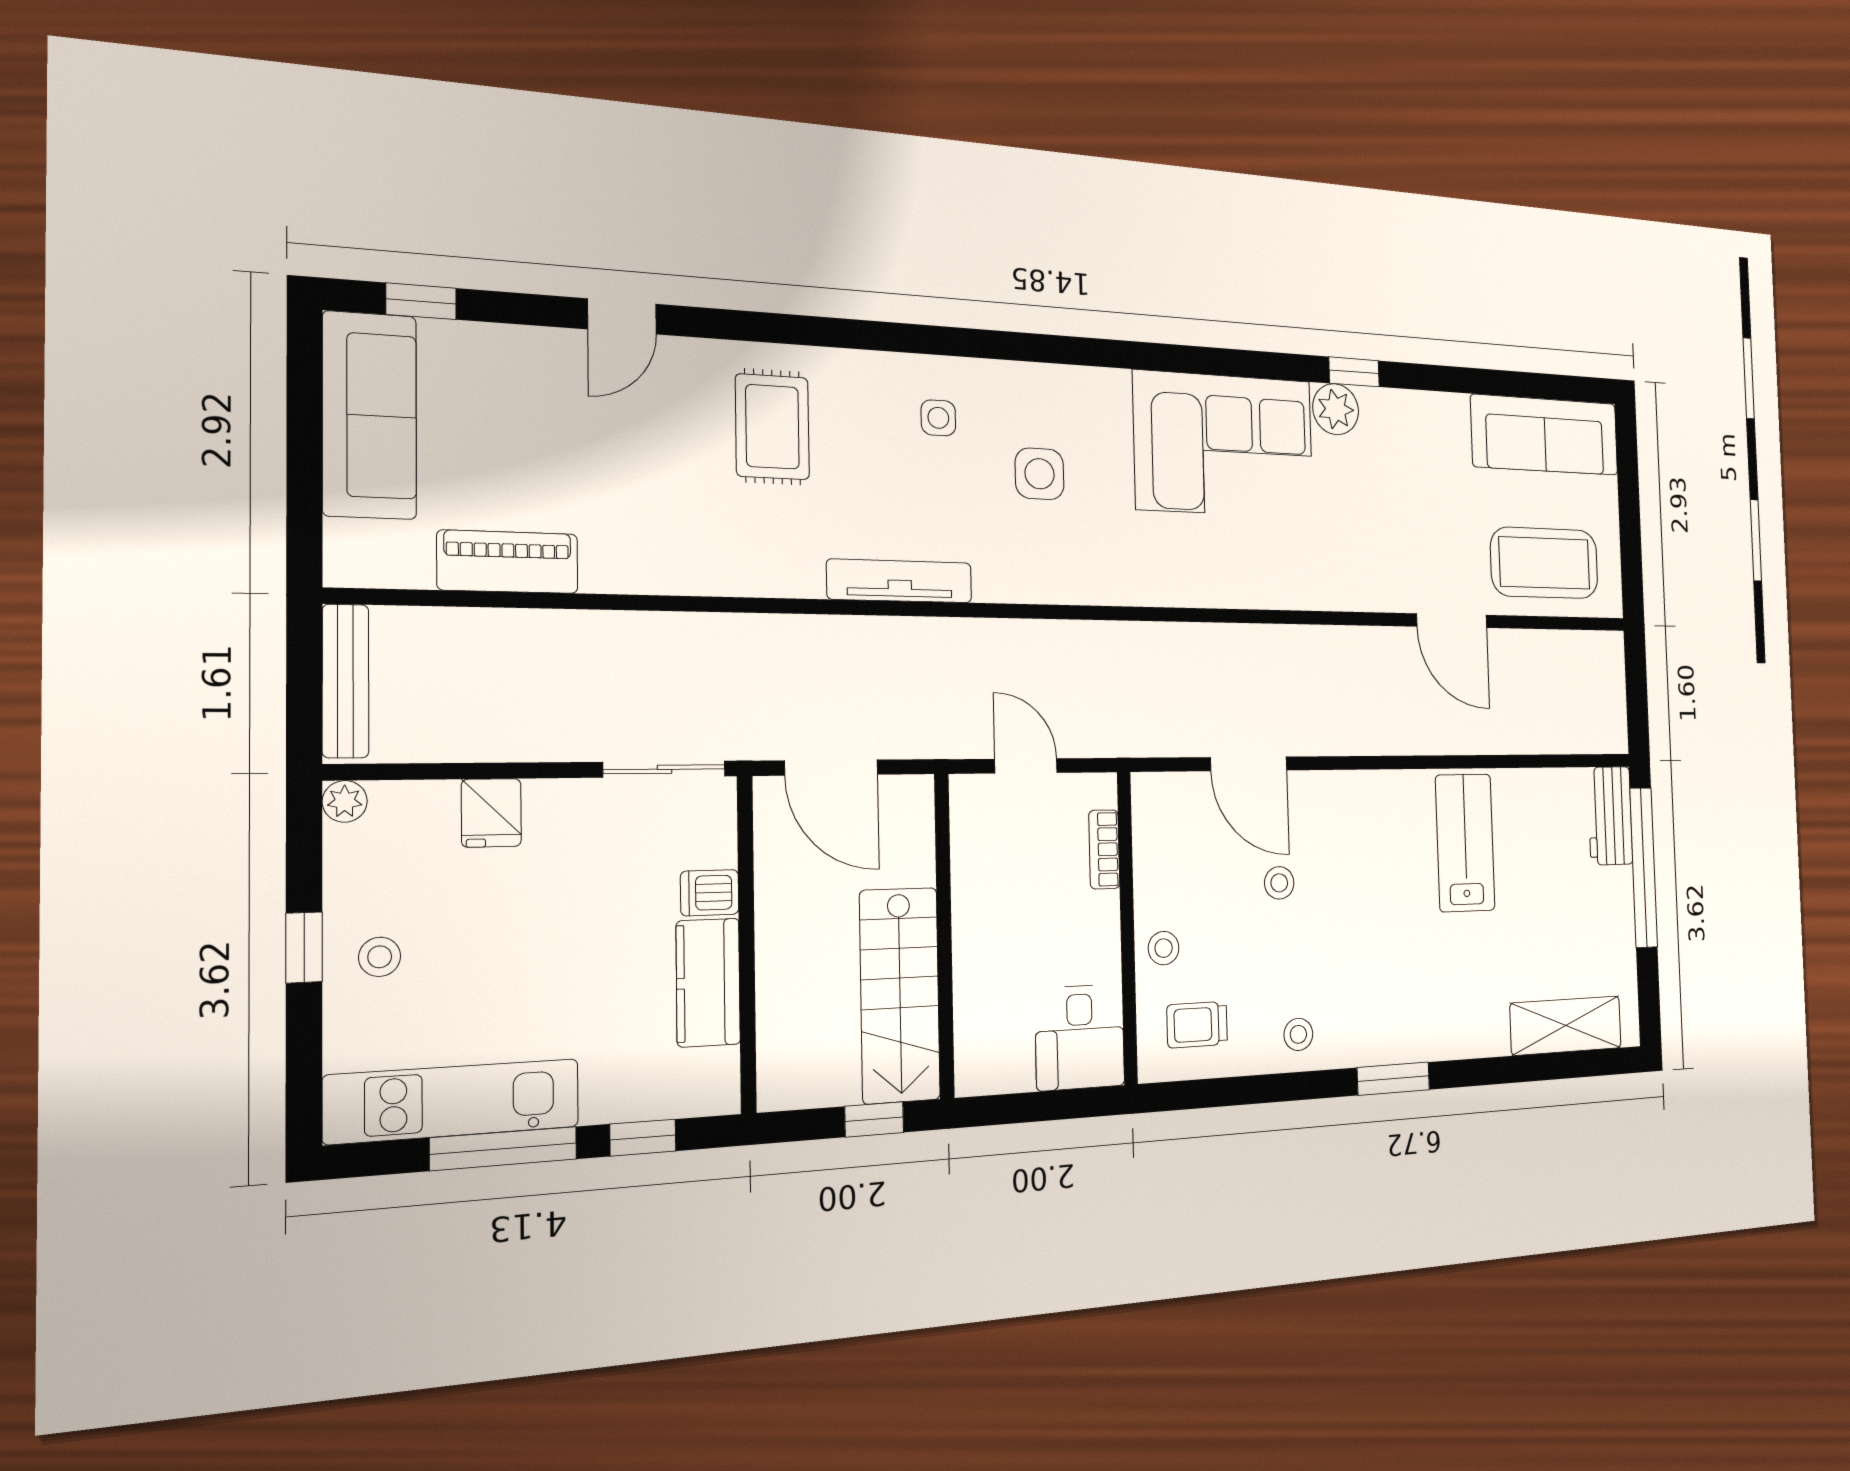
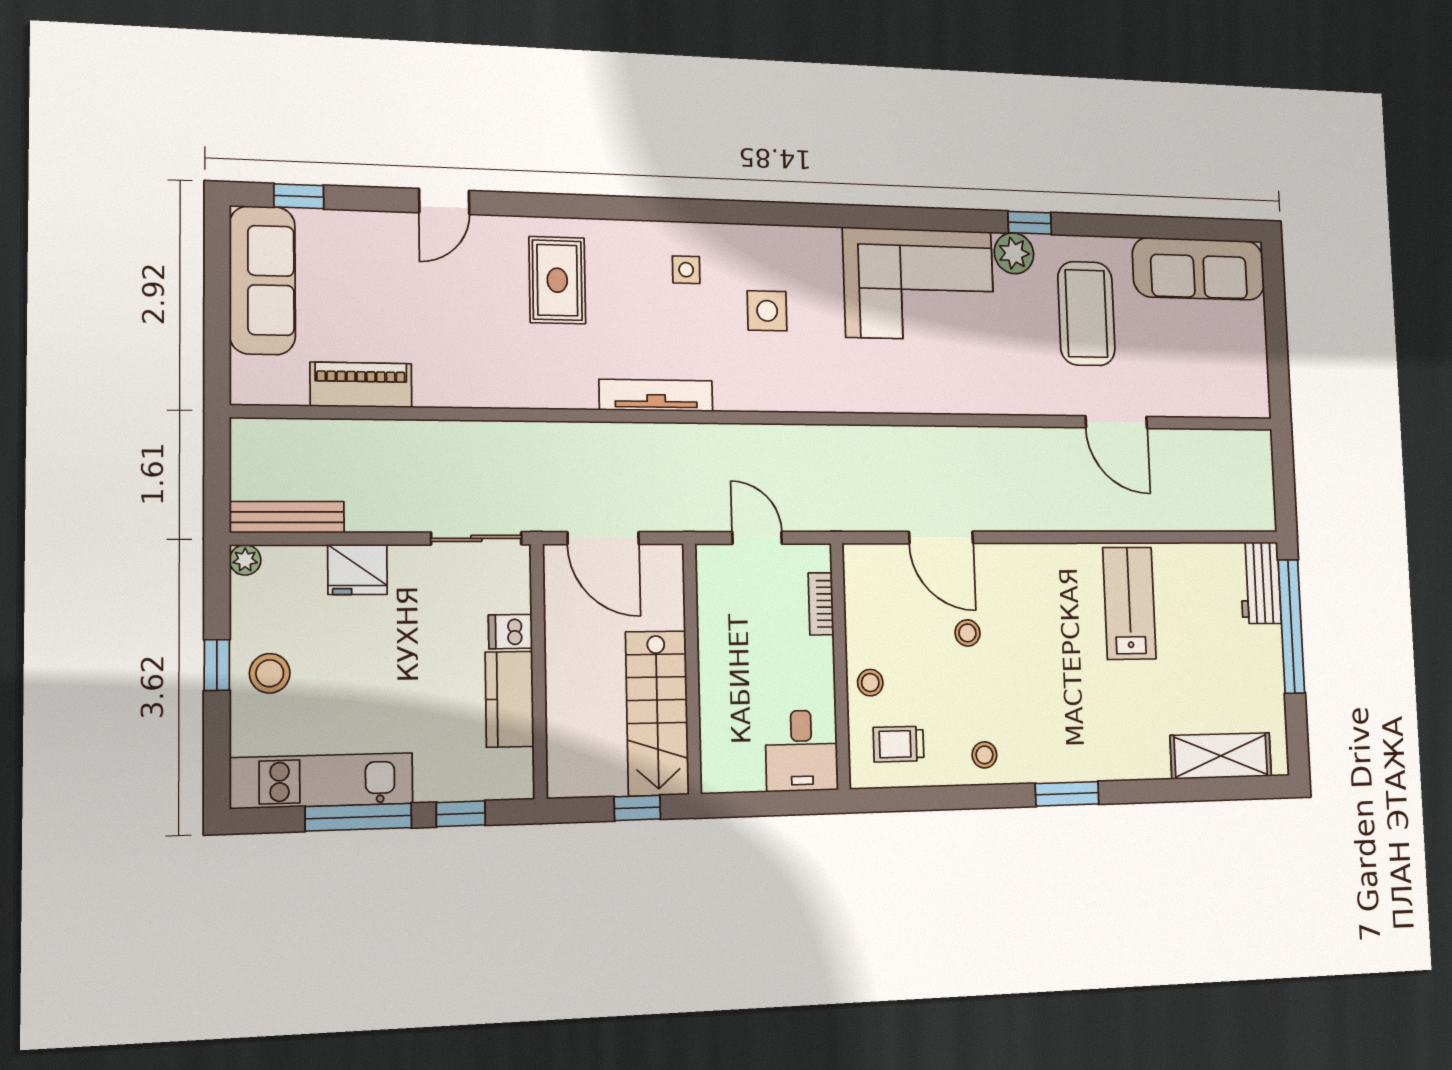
coffee table: (1544, 563) -> (1086, 313), moved, turned 90
bench: (345, 681) -> (287, 517), moved, turned 90
fridge: (491, 813) -> (358, 569), width x1.38
stool: (380, 957) -> (270, 673), width x1.37, depth x1.37

